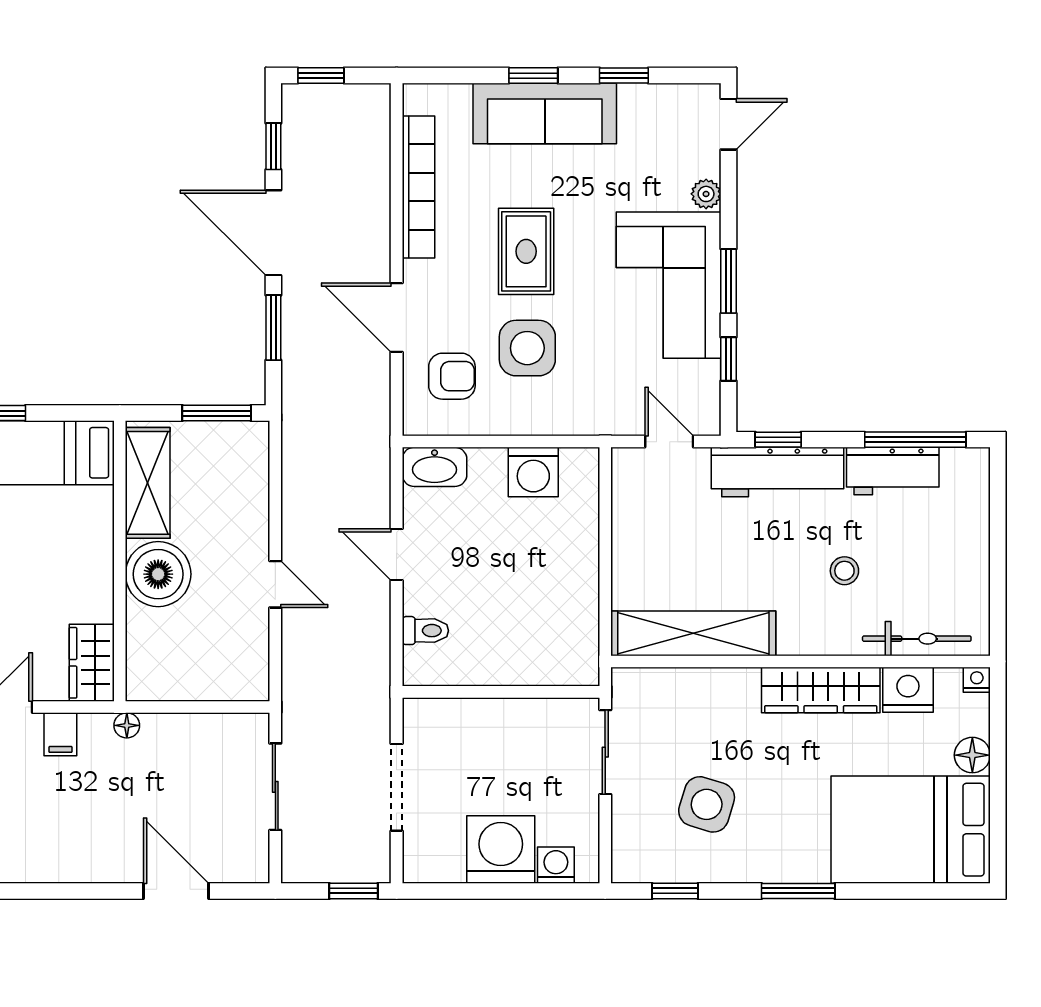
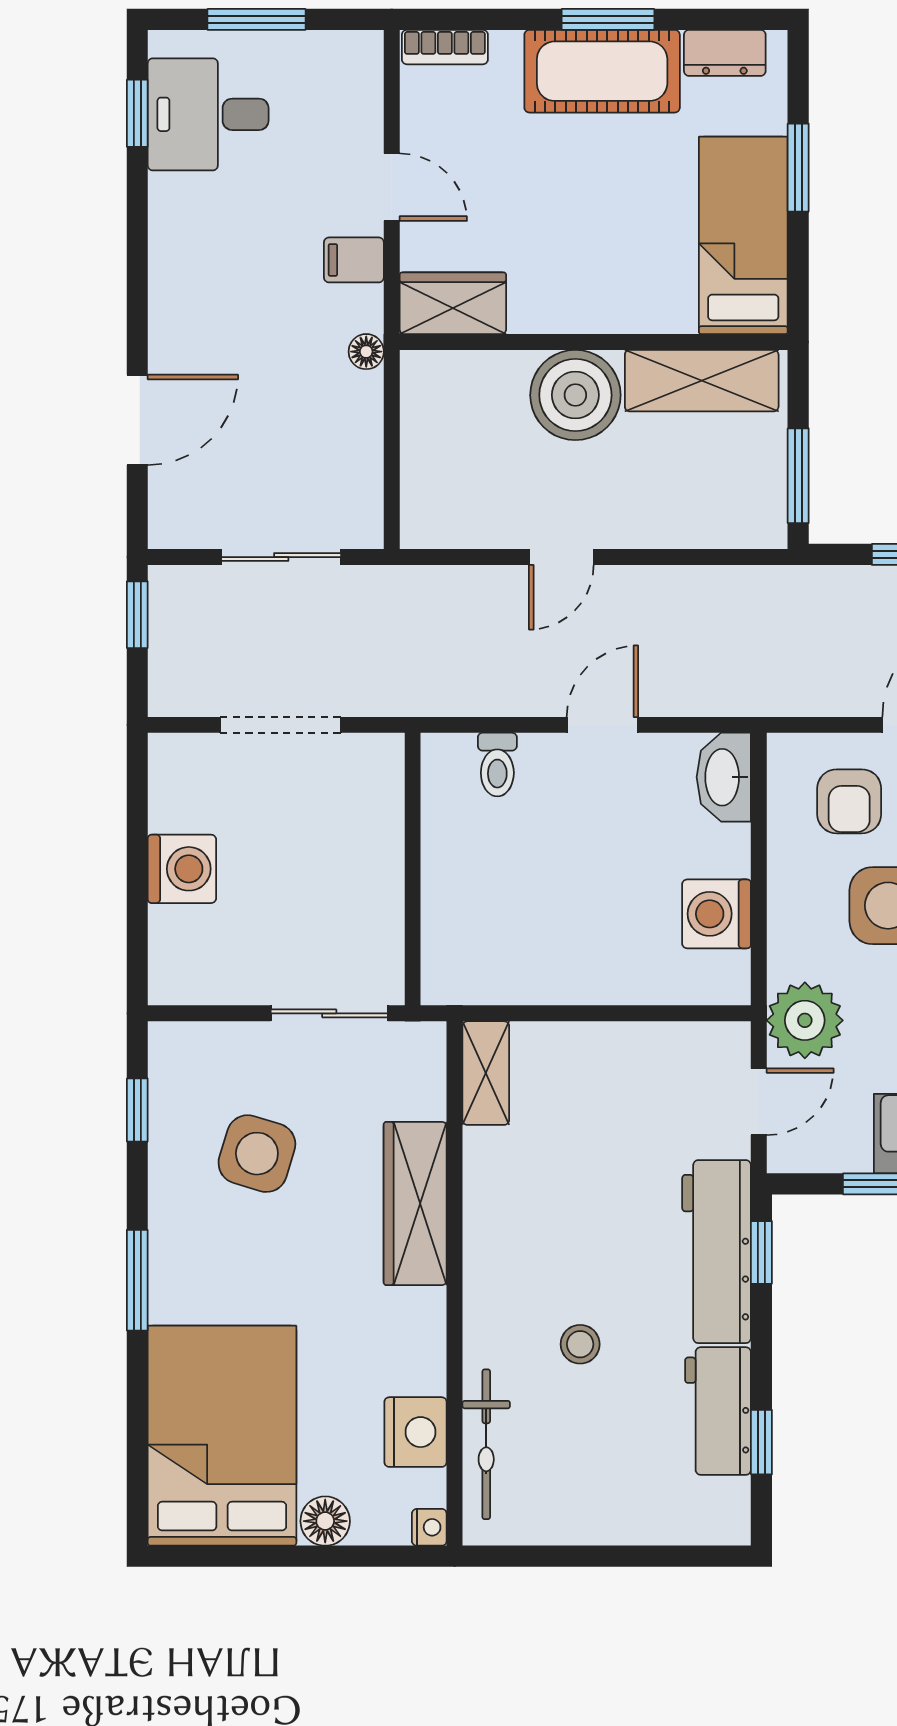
plant: (610, 408) -> (805, 1020), added
window: (915, 440) -> (761, 1442), width x0.46
shelving: (693, 633) -> (486, 1073), width x0.45, depth x0.75
wardrobe: (821, 690) -> (415, 1203), moved
washing machine: (501, 849) -> (182, 869), width x0.73, depth x0.73
washing machine: (556, 865) -> (173, 945), removed
window: (353, 891) -> (137, 615), moved

